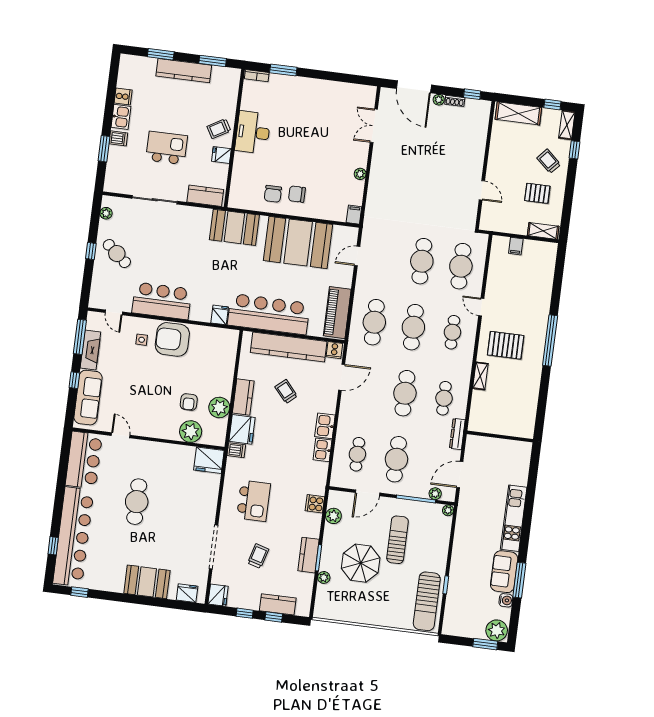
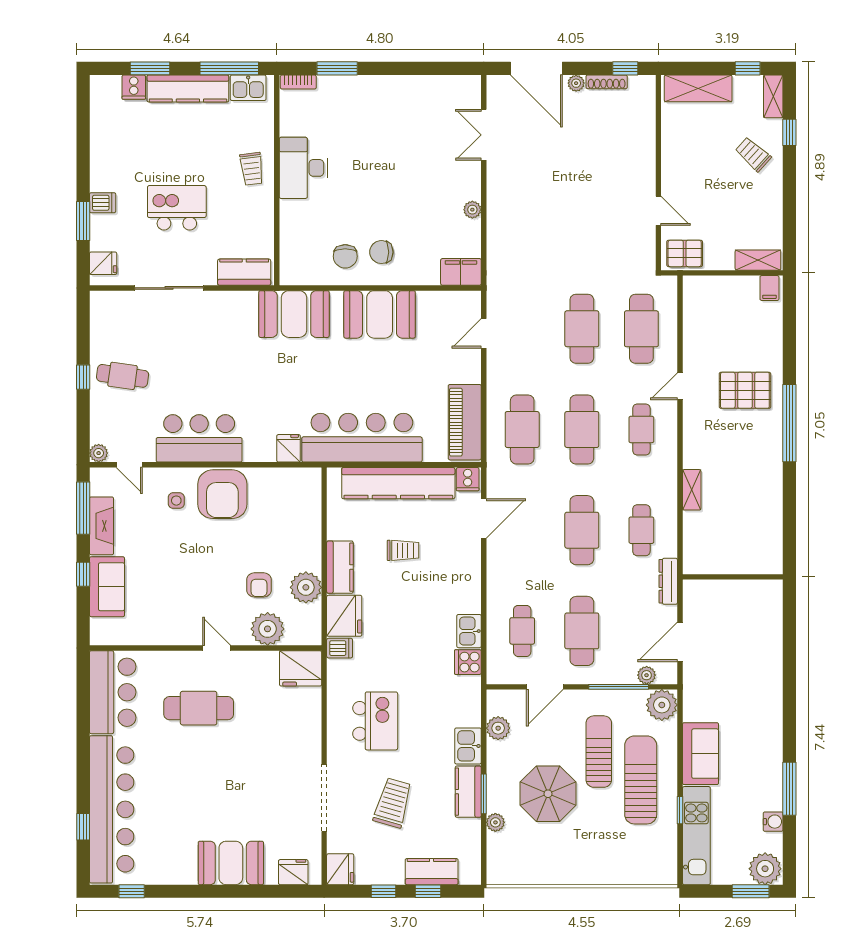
window: (213, 61) -> (229, 68), width x1.44
cooker: (123, 96) -> (134, 87), moved, turned 90
shoe rack: (455, 101) -> (607, 82), width x1.43
kitchen sink: (121, 117) -> (248, 88), moved, turned 90
trolley: (219, 129) -> (252, 169), turned -67
fridge: (221, 155) -> (103, 263), moved, turned 180
pallet: (537, 193) -> (685, 253), moved
plant: (106, 213) -> (99, 453), moved
filing cabinet: (354, 215) -> (461, 272), width x2.00
booth: (298, 242) -> (380, 314), width x0.73, depth x0.70
filing cabinet: (516, 246) -> (769, 288), moved
cafe table: (117, 254) -> (123, 376), turned -32
door: (481, 307) -> (680, 386), hinge flipped
armchair: (172, 339) -> (222, 494), turned -90
pallet: (506, 345) -> (745, 390), moved
trolley: (286, 391) -> (403, 550), turned 131
sofa: (88, 398) -> (107, 587), width x0.73
kitchen sink: (325, 426) -> (468, 746), moved
door: (121, 435) -> (217, 648), moved
cafe table: (137, 502) -> (199, 708), moved, turned 90
cooker: (315, 504) -> (468, 662), moved
plant: (448, 510) -> (662, 705), width x1.87, depth x1.87
kitchen unit: (514, 518) -> (696, 836), moved, turned 180
trolley: (258, 556) -> (393, 803), width x1.36, depth x1.39
sofa: (504, 572) -> (700, 754), moved, turned 180
sun lounger: (427, 601) -> (641, 780), moved, turned 180

